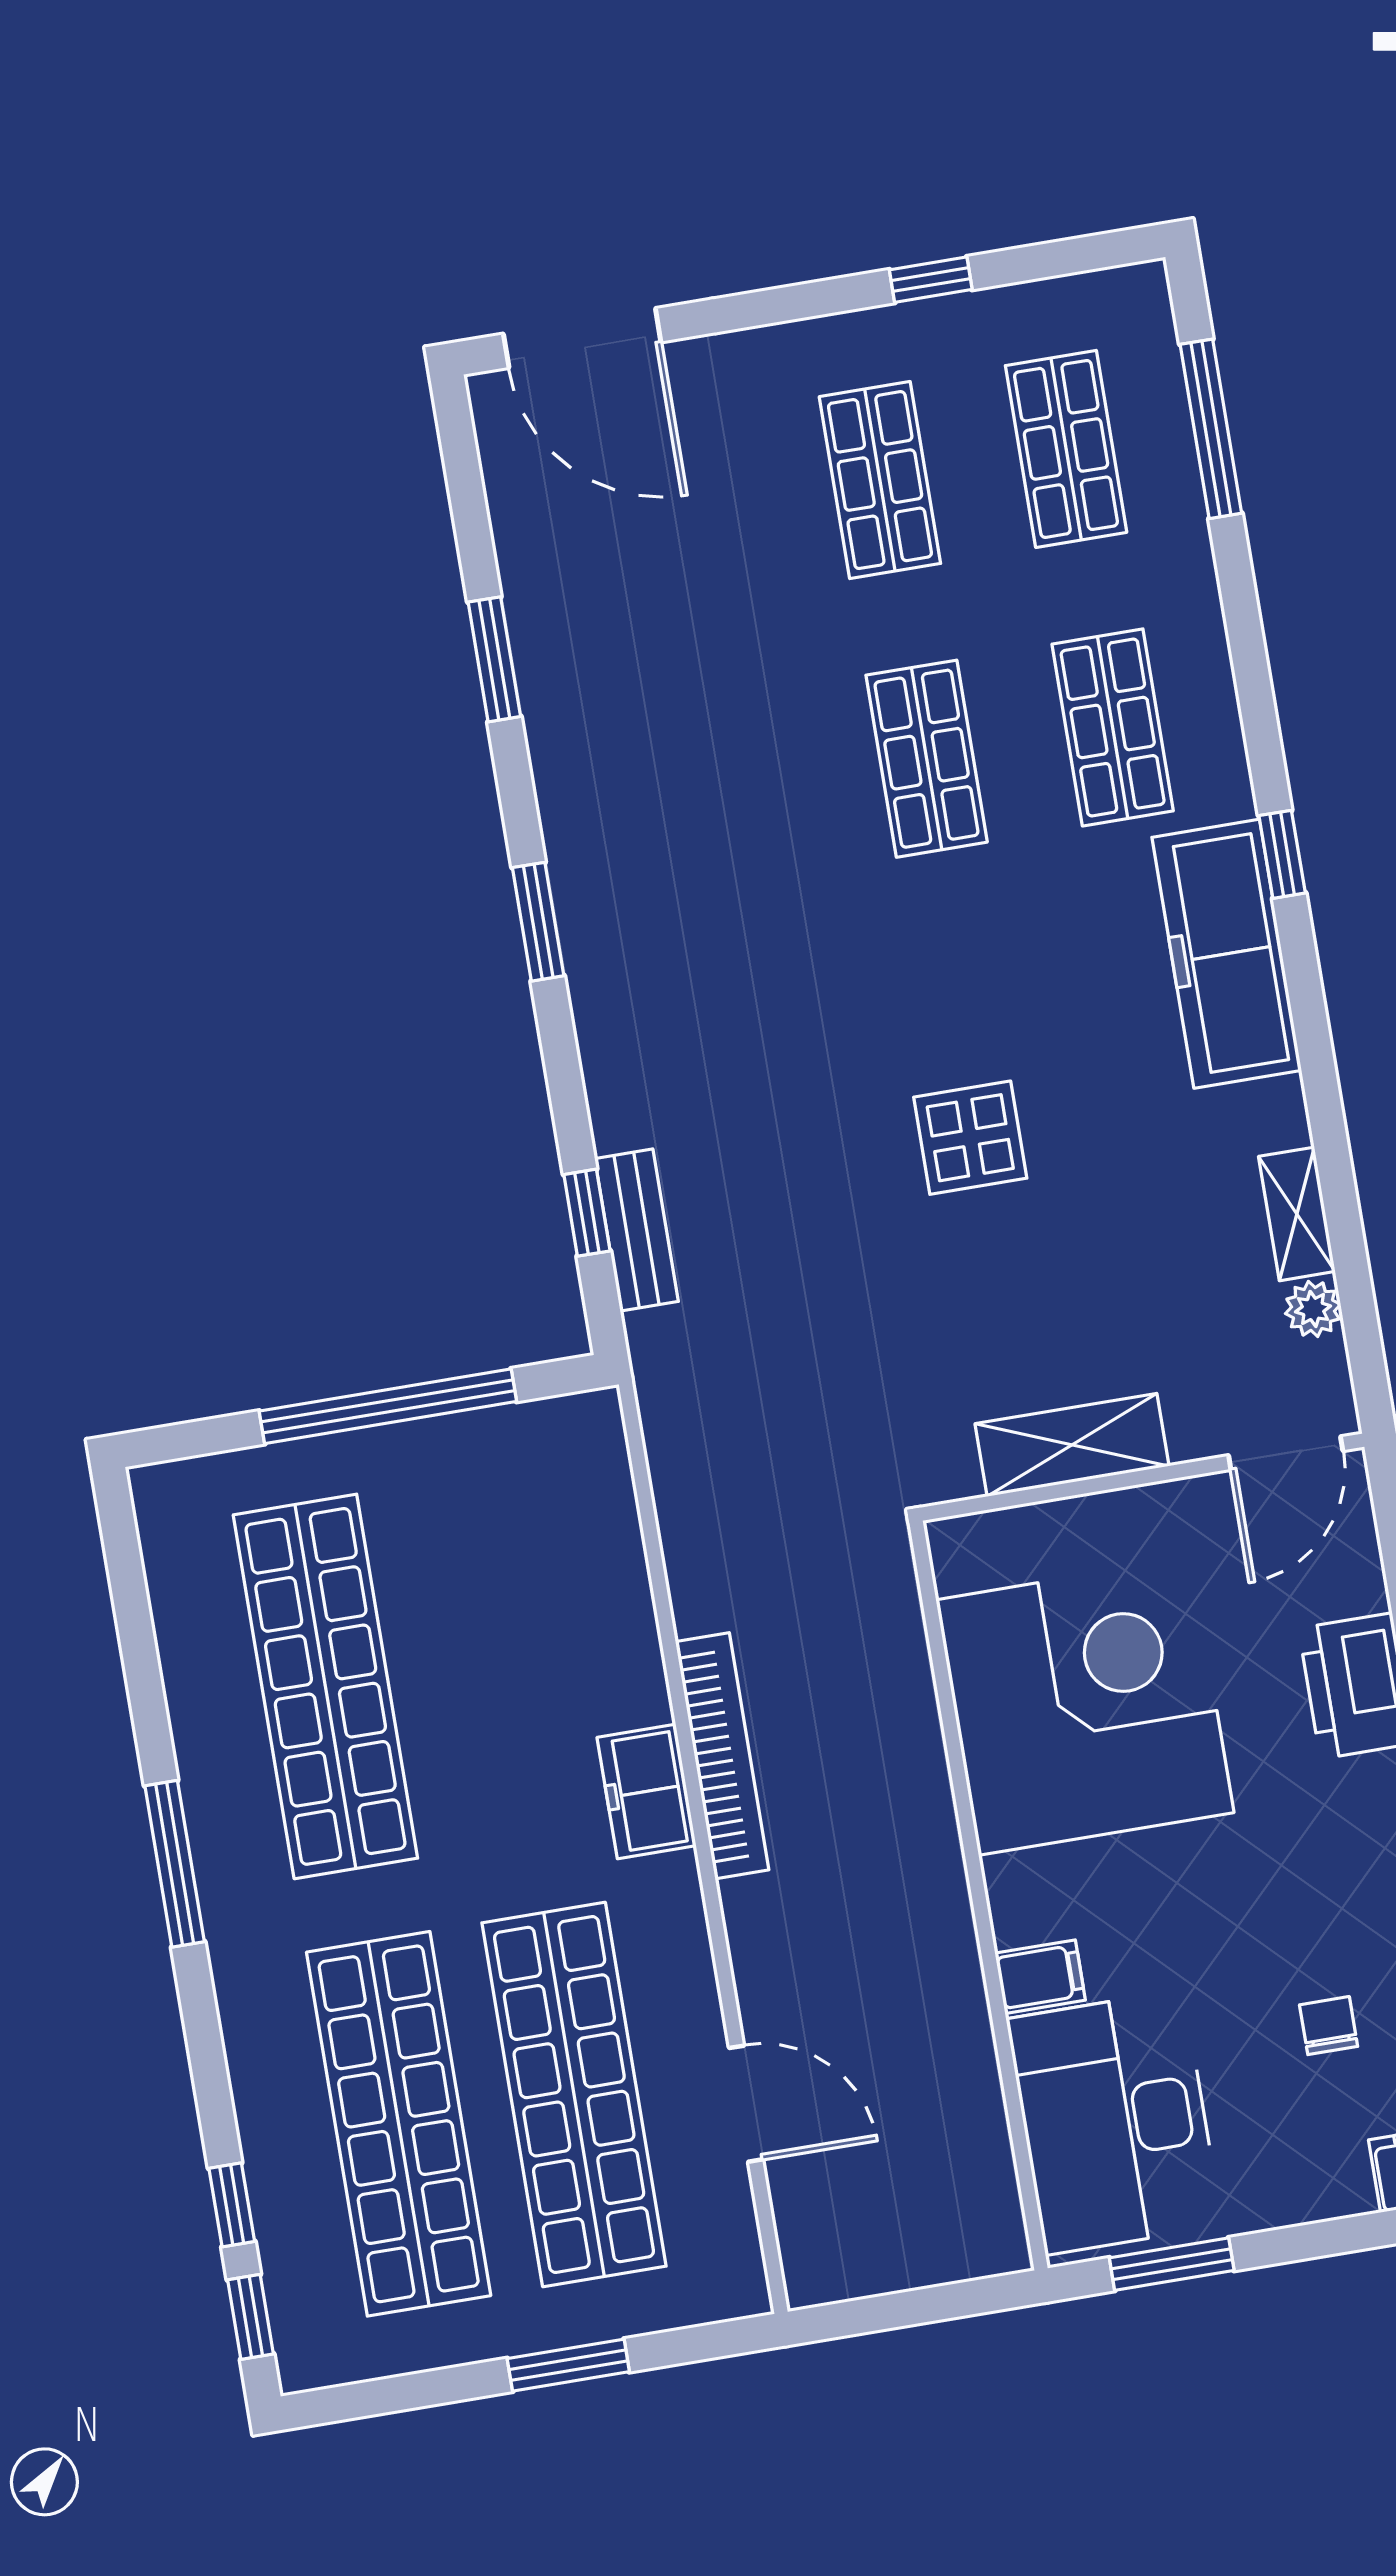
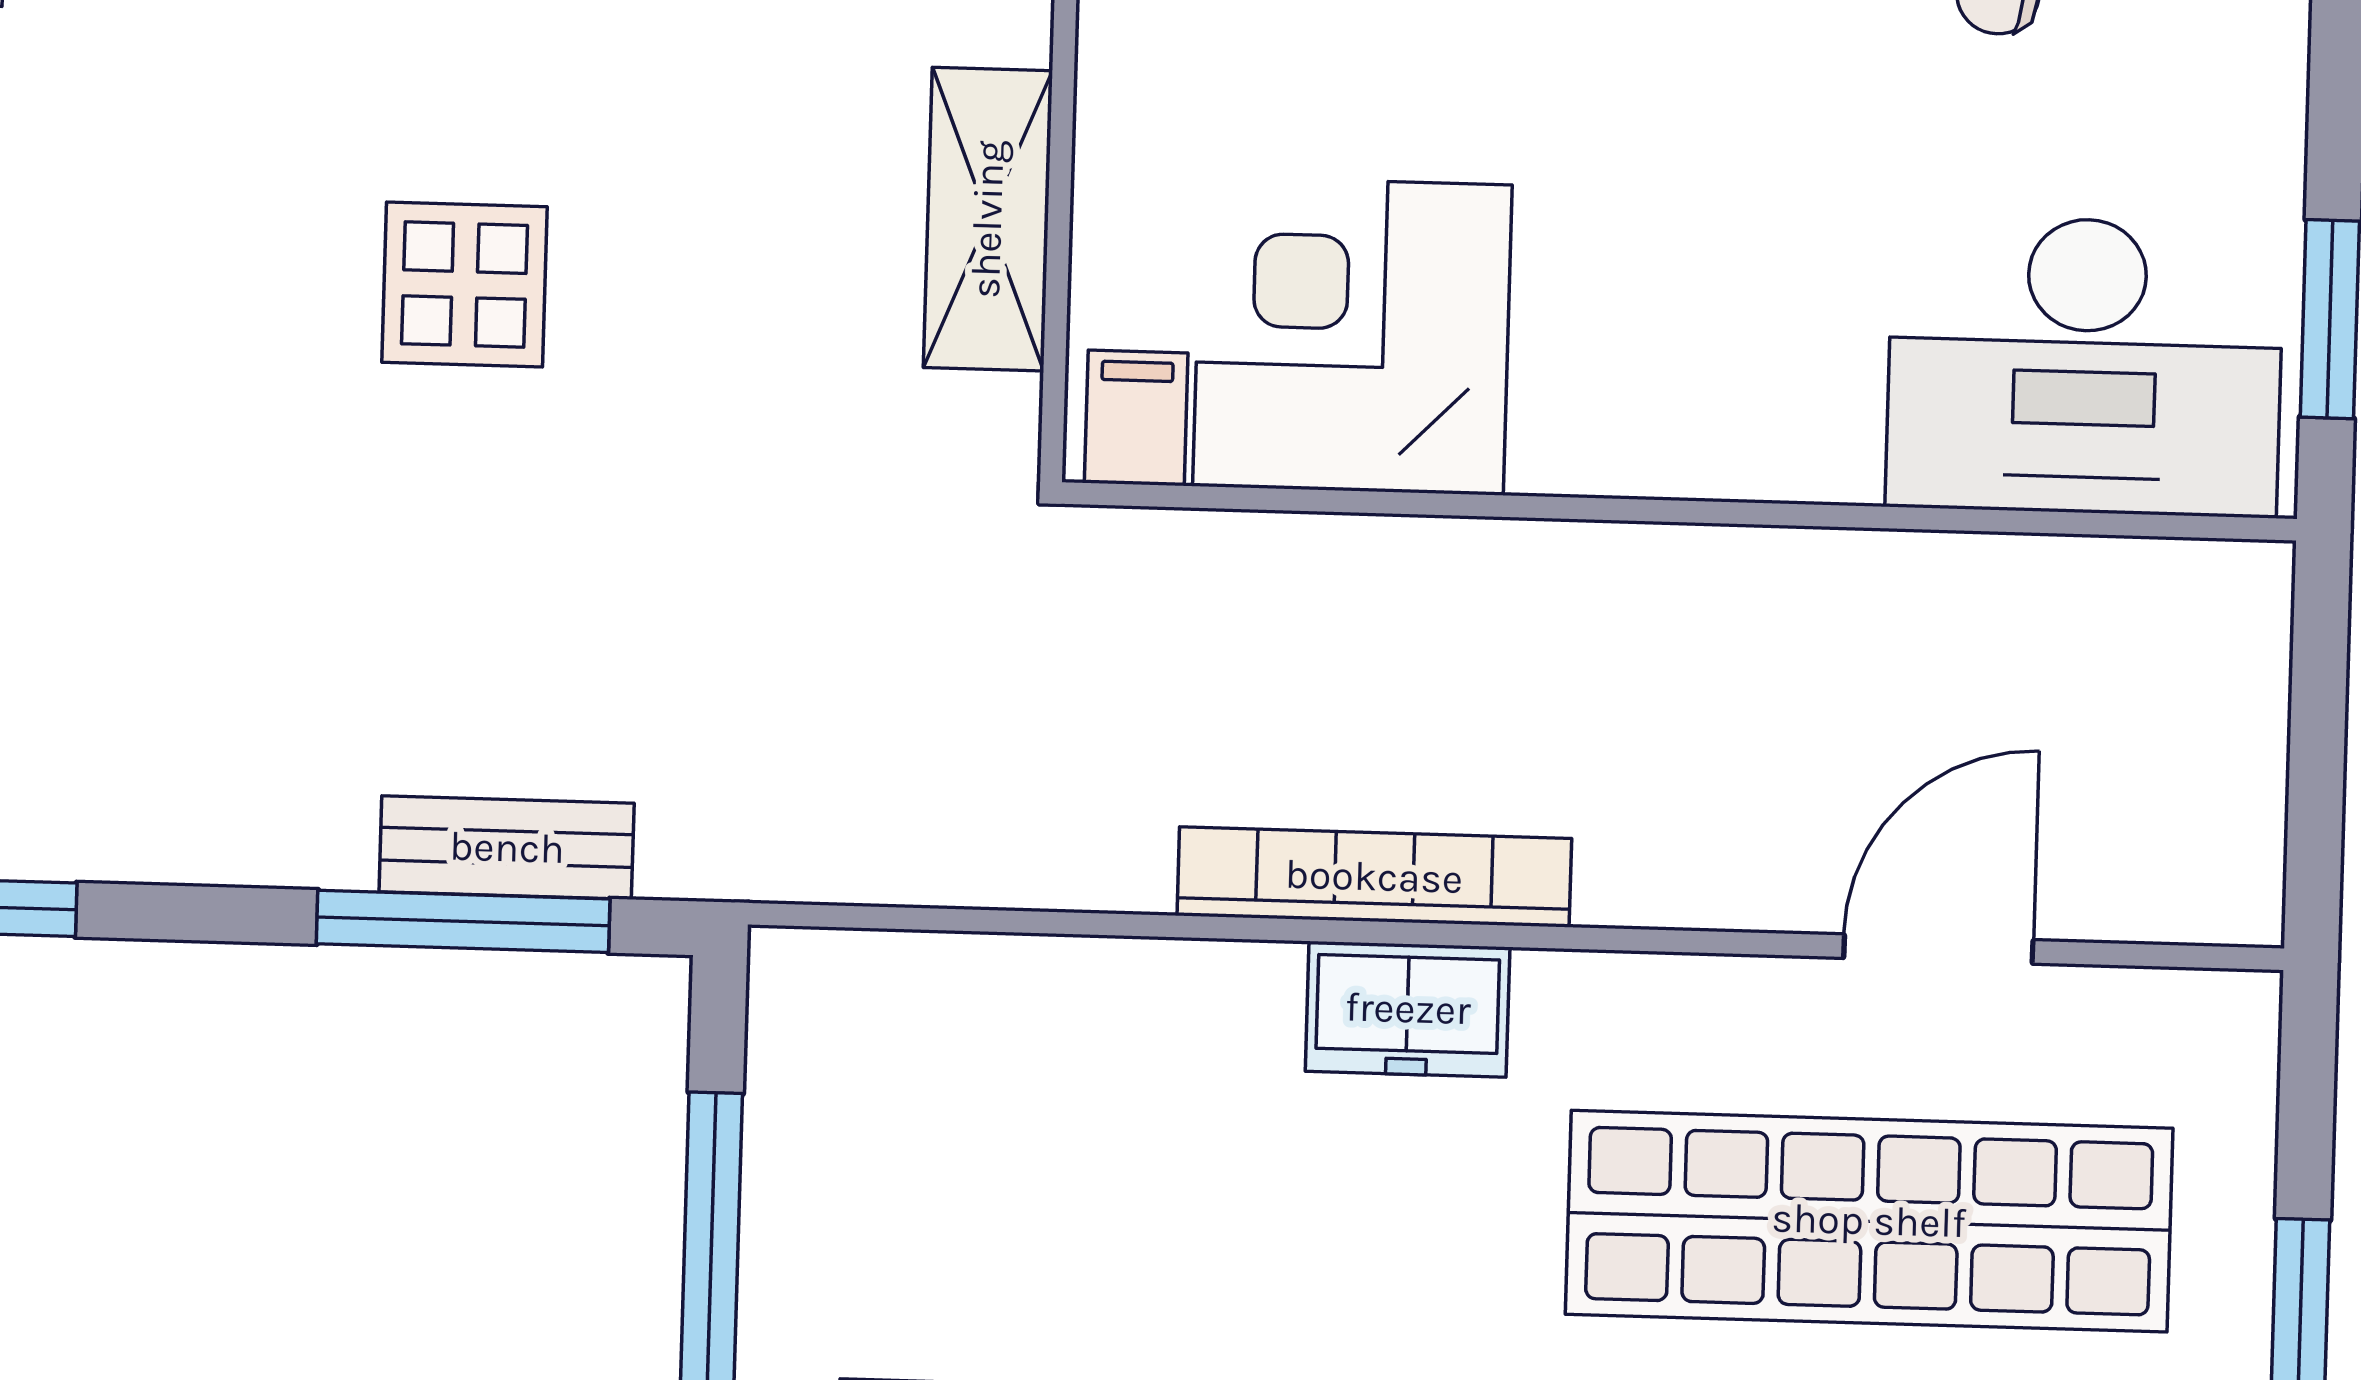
window: (587, 1213) -> (463, 921), width x2.17
corner desk: (1085, 1706) -> (1352, 336), width x0.74, depth x0.74
filing cabinet: (1040, 1977) -> (1136, 418), moved

